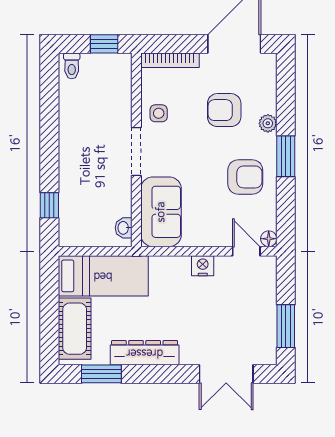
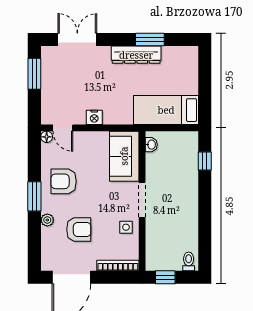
cot: (75, 329) -> (187, 72), removed
window: (101, 374) -> (150, 39), moved

